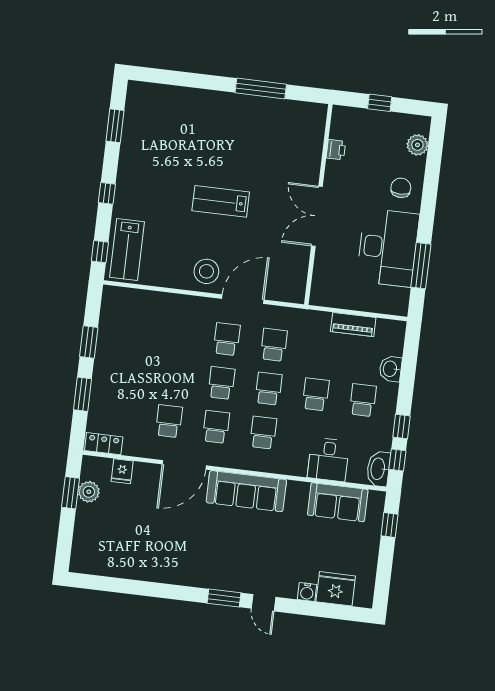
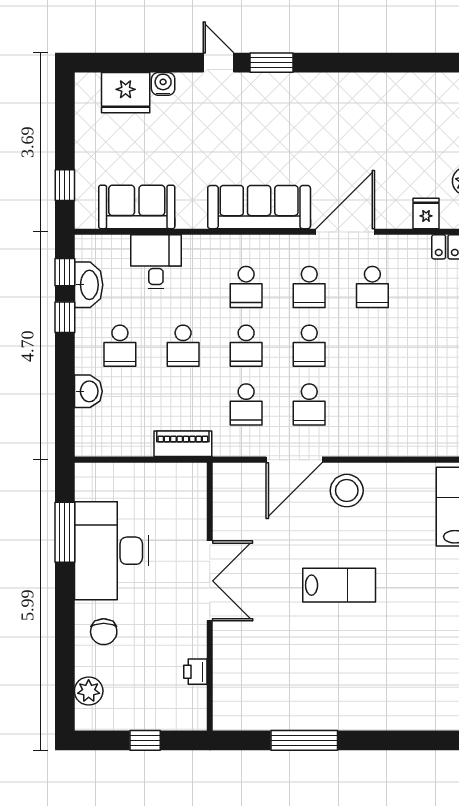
piano: (353, 325) -> (183, 444), moved
washbasin: (378, 469) -> (89, 285), moved

